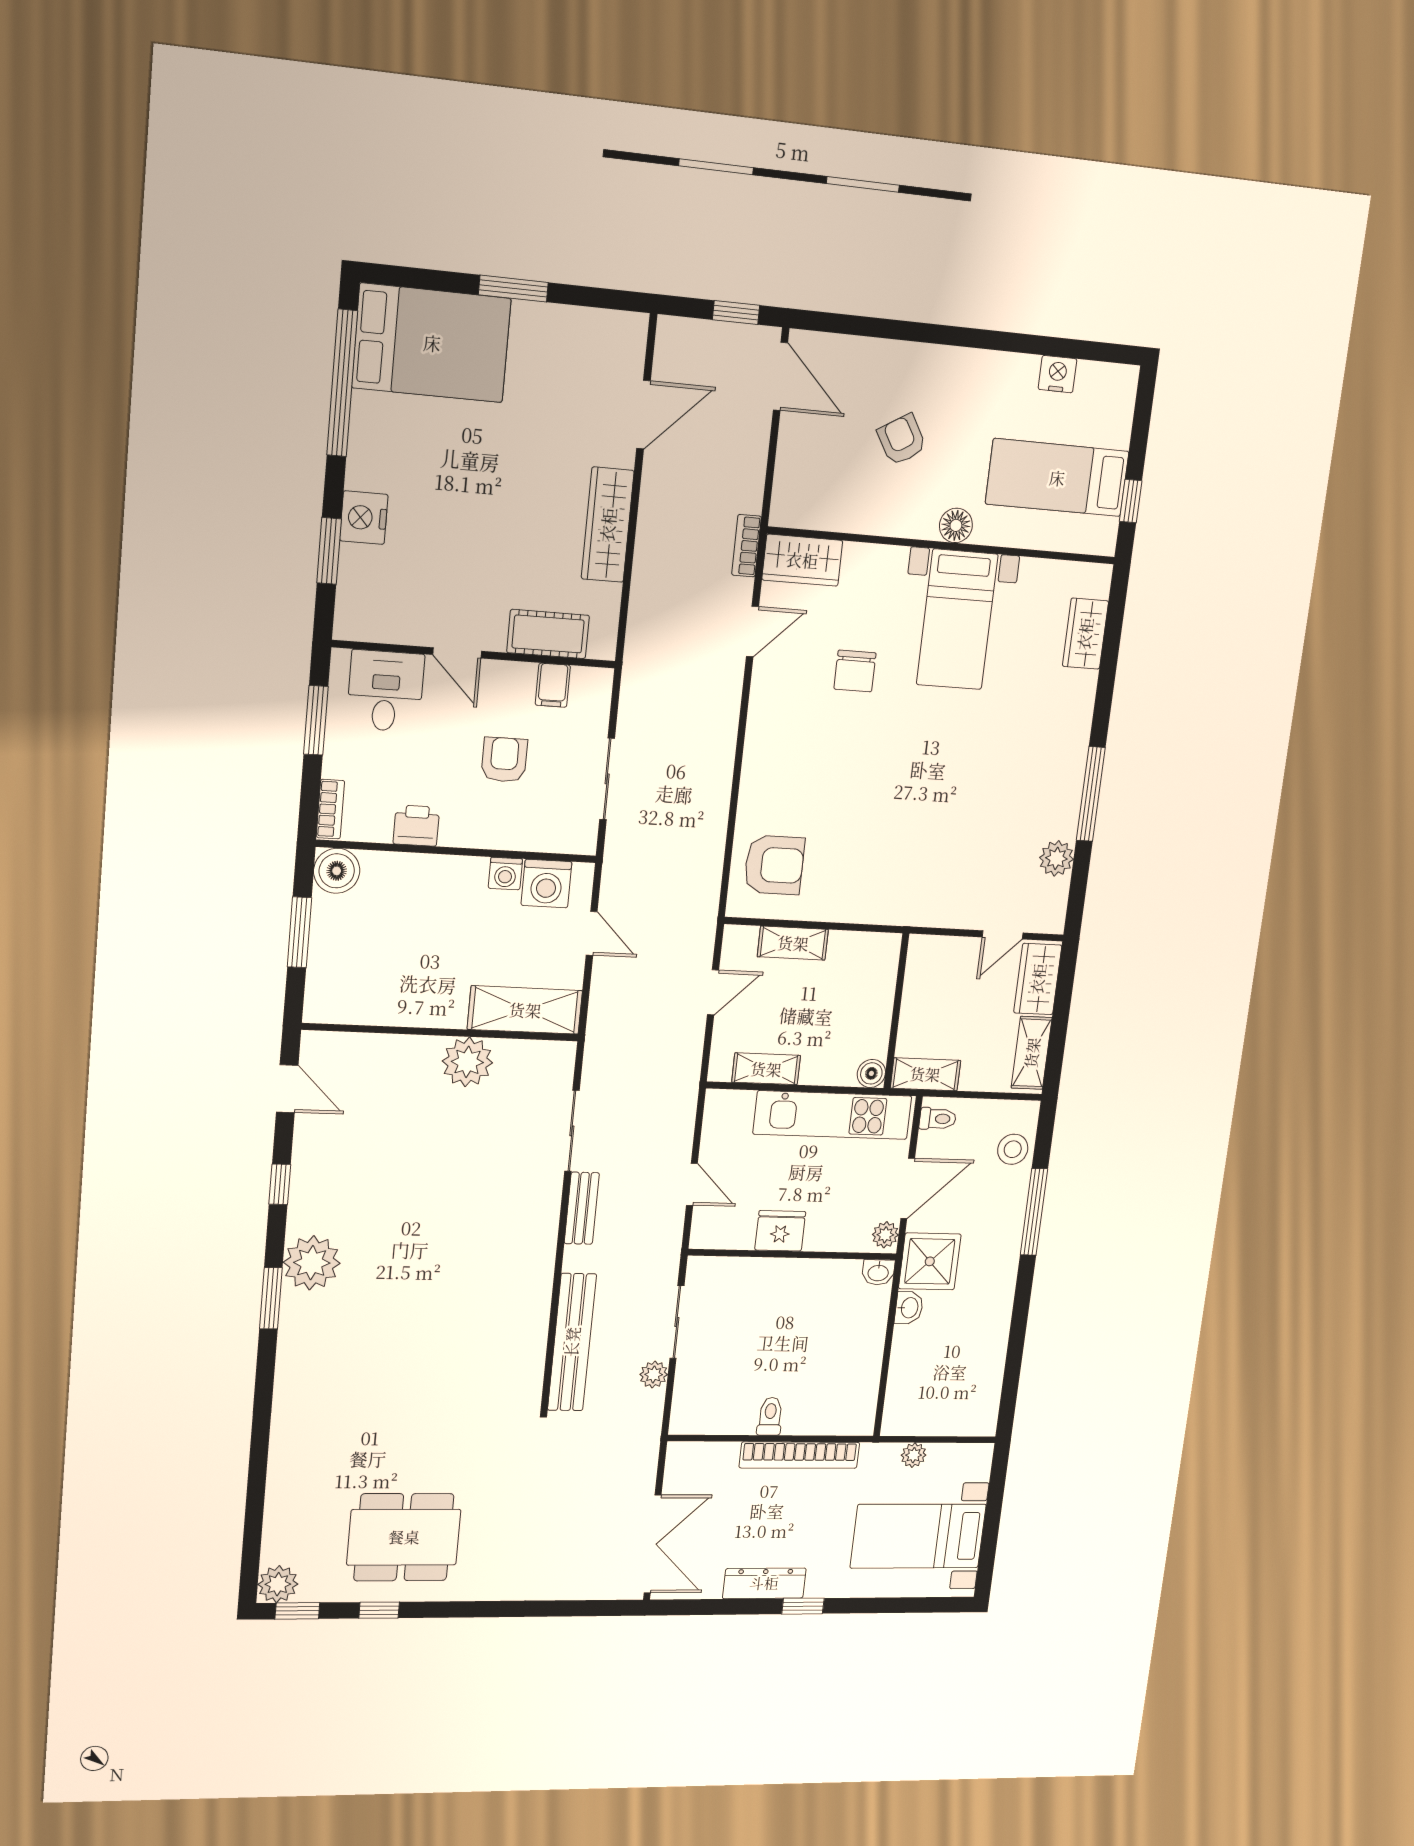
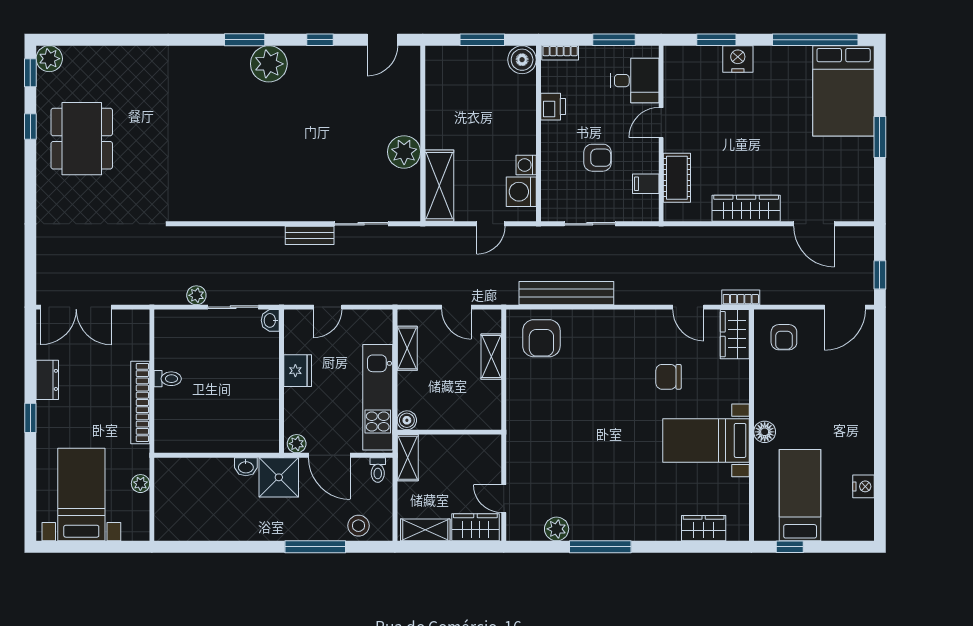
armchair: (902, 440) -> (784, 337), moved, turned 121
washbasin: (878, 1272) -> (270, 320), moved
bench: (572, 1342) -> (566, 293), moved
dresser: (764, 1583) -> (47, 380), width x0.70

